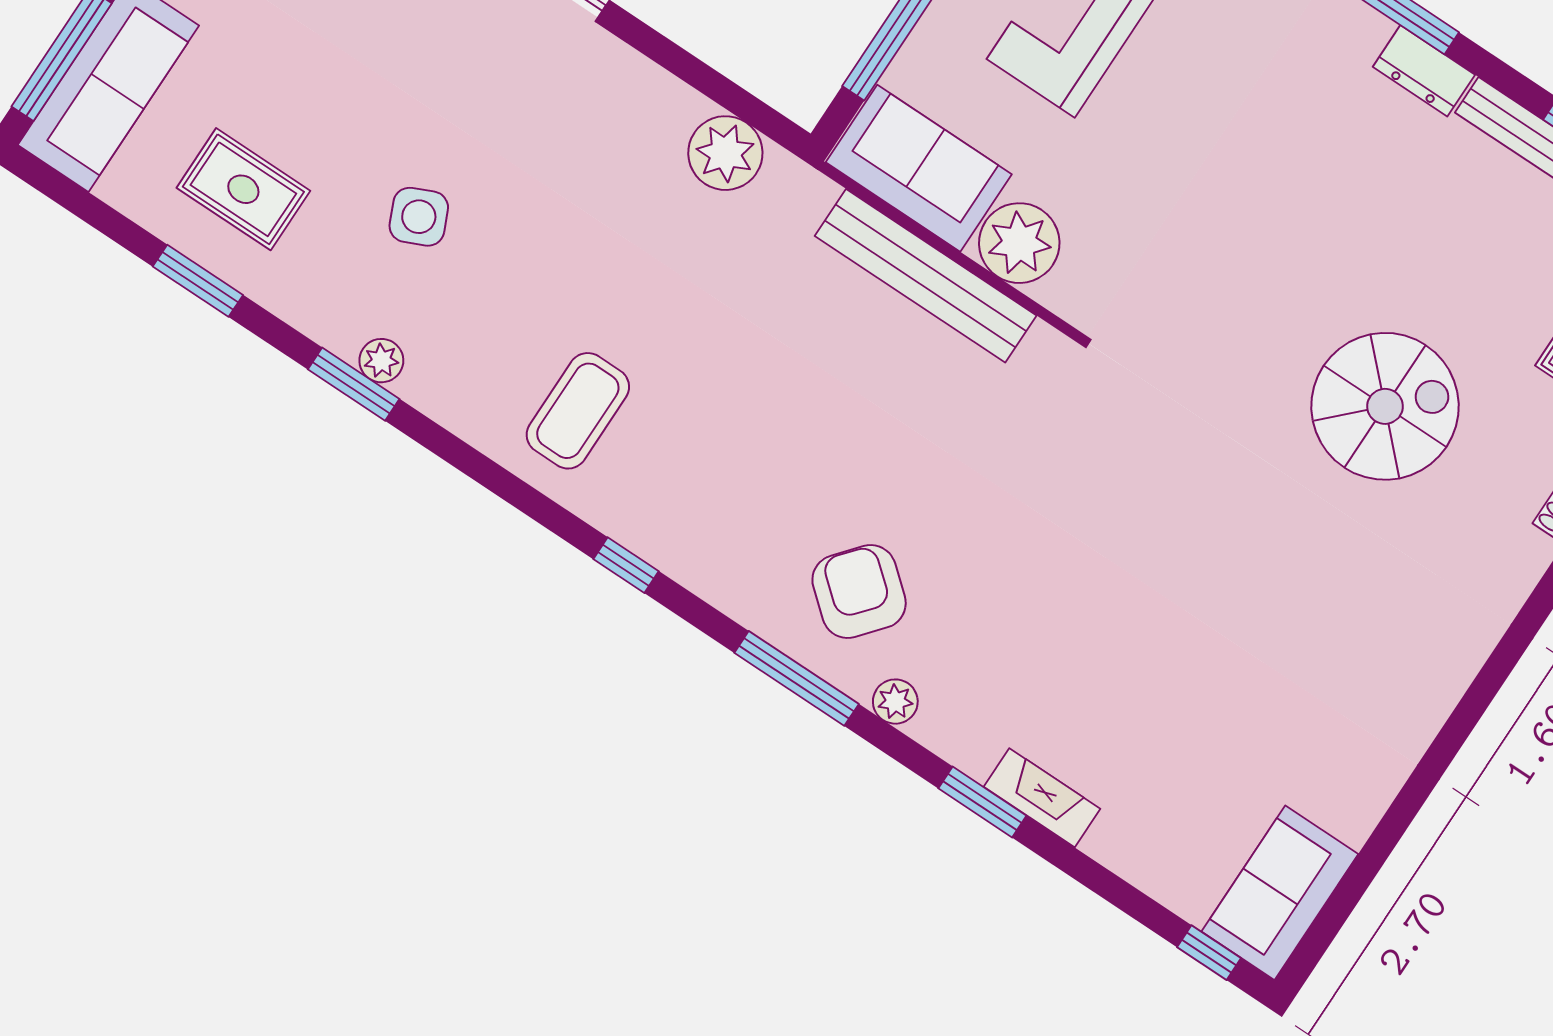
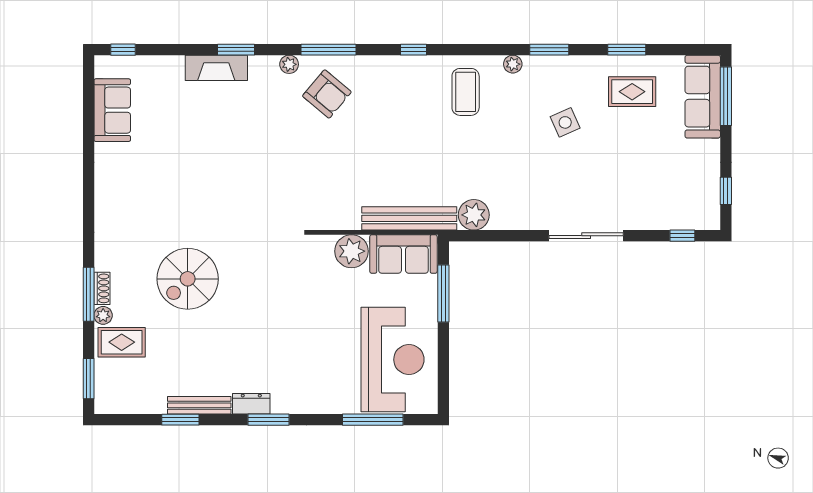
bench: (926, 276) -> (409, 218), moved
plant: (381, 361) -> (513, 64), moved
fireplace: (1042, 798) -> (216, 68), width x1.37, depth x1.32
sofa: (1280, 893) -> (112, 110), moved

